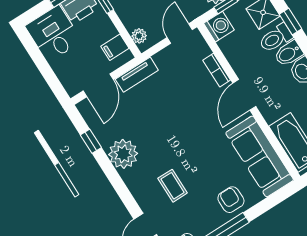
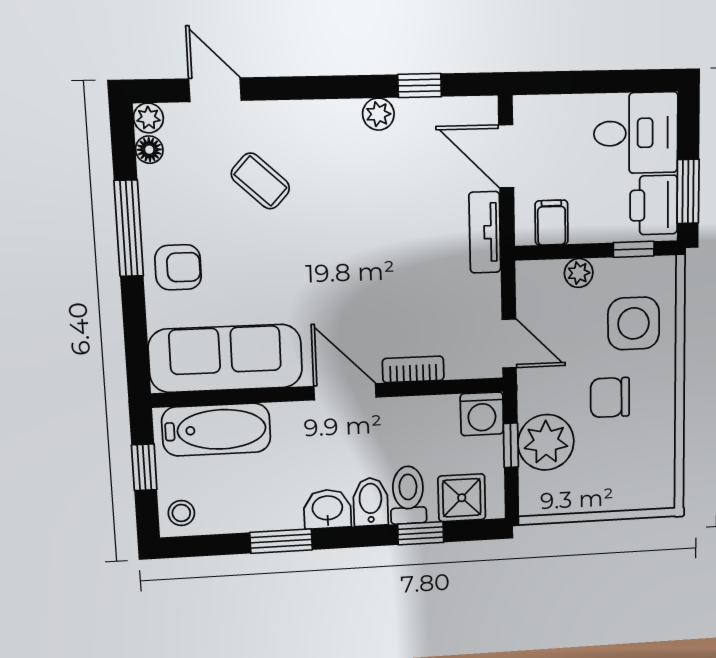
plant: (139, 36) -> (579, 273), moved
plant: (123, 154) -> (378, 114), width x0.53, depth x0.53
coffee table: (173, 186) -> (260, 181), turned 43

